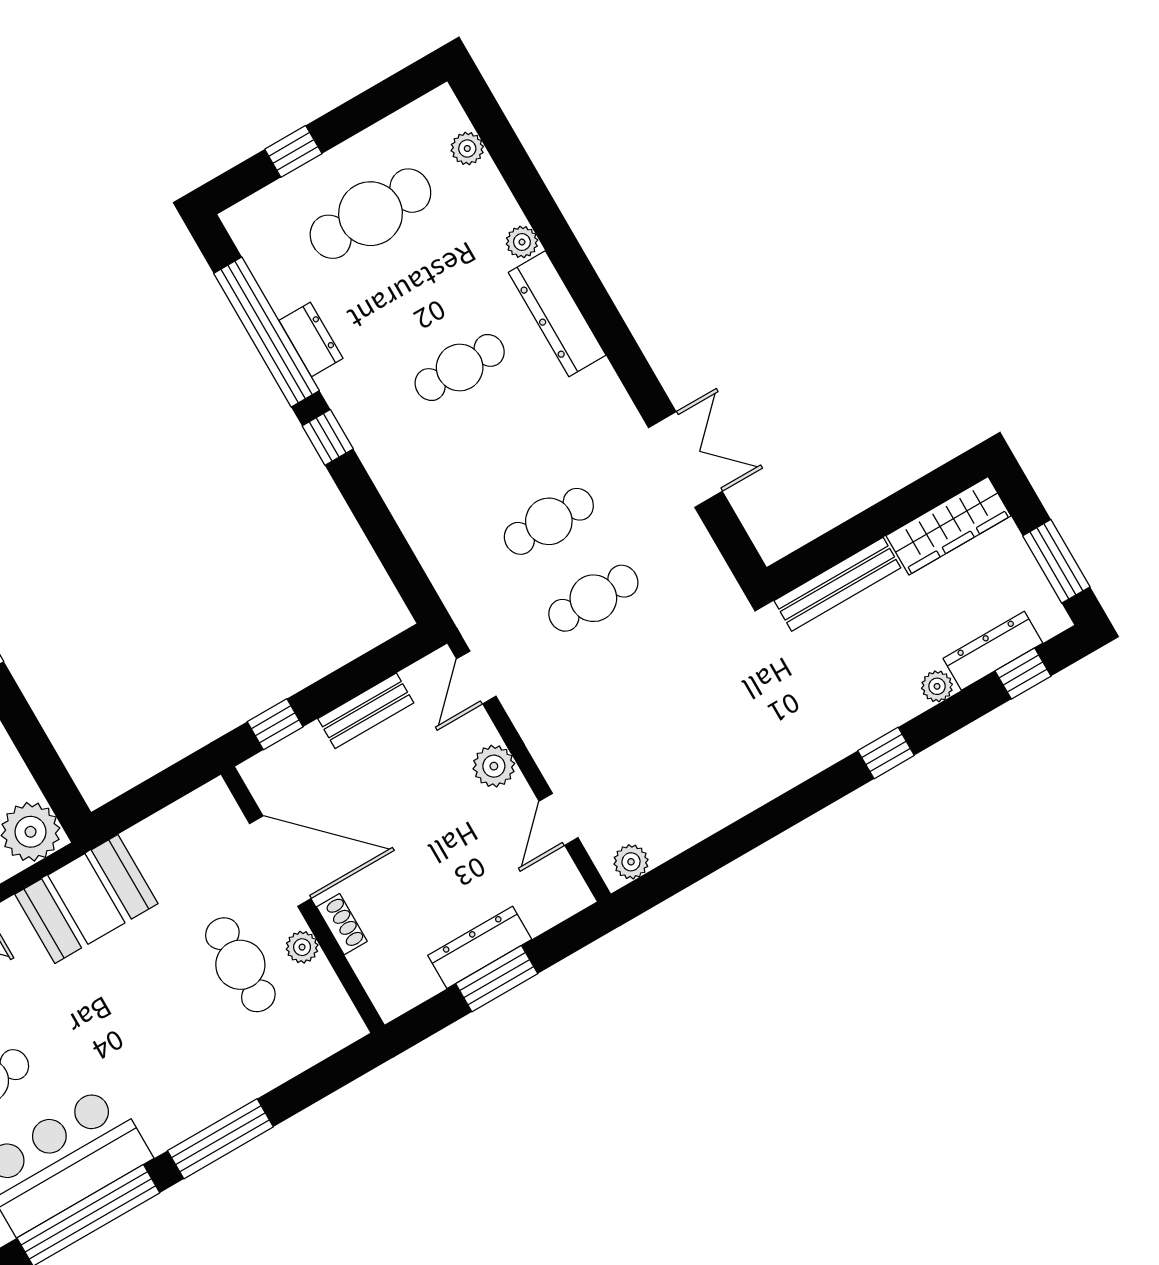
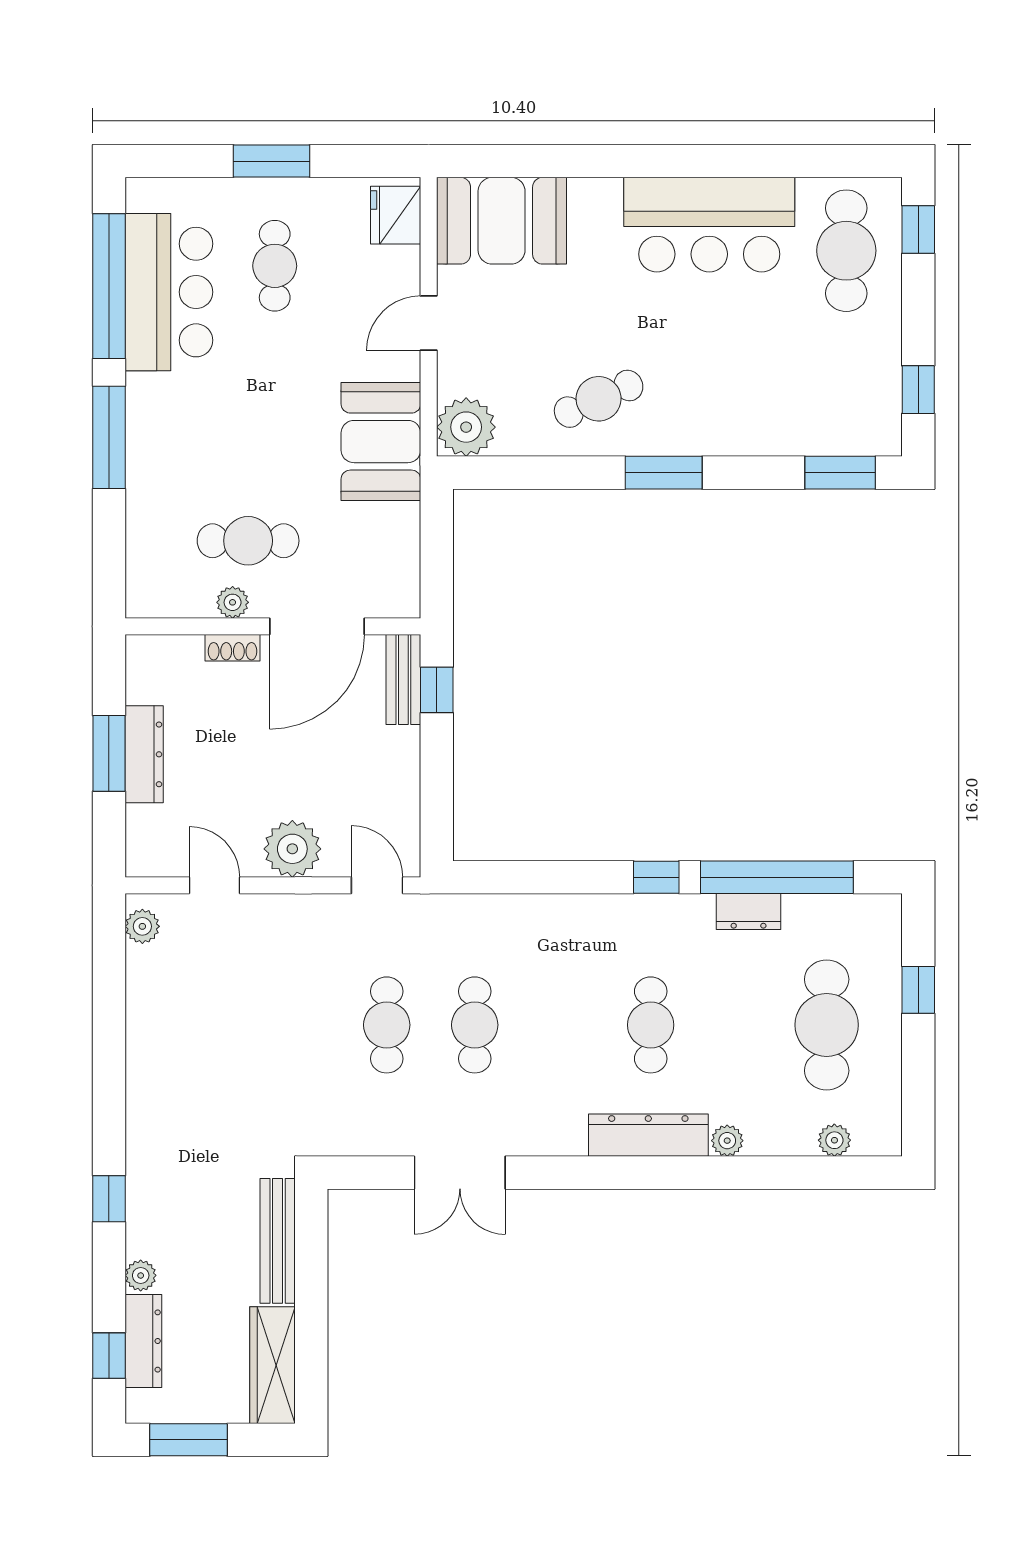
bench: (366, 711) -> (403, 680), moved
plant: (494, 766) -> (292, 849), width x1.36, depth x1.36

